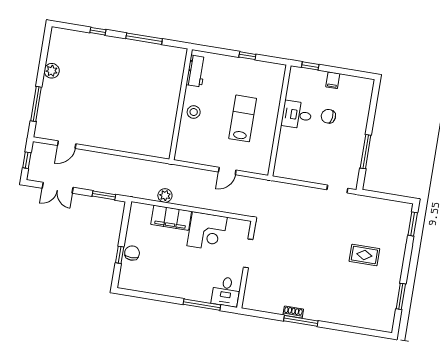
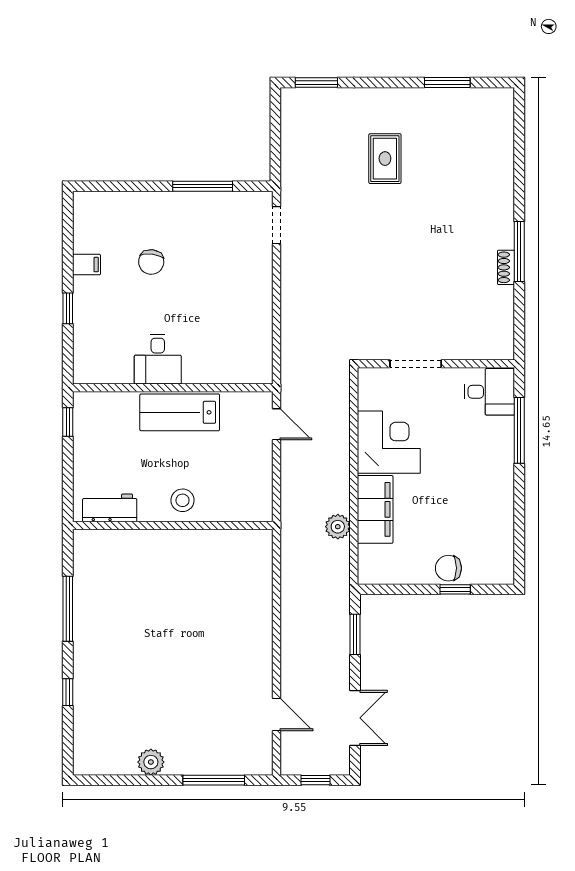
desk: (297, 115) -> (158, 359), moved
wall: (279, 121) -> (173, 388), moved

